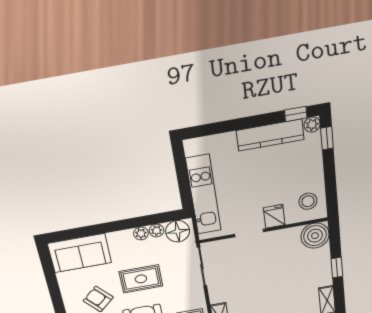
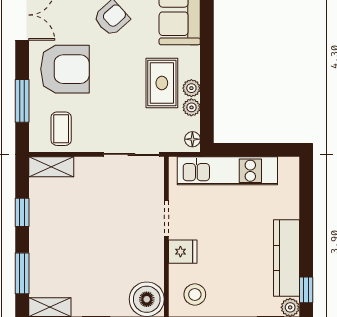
floor lamp: (178, 231) -> (192, 139), width x0.53, depth x0.53
rug: (141, 279) -> (162, 83), moved

